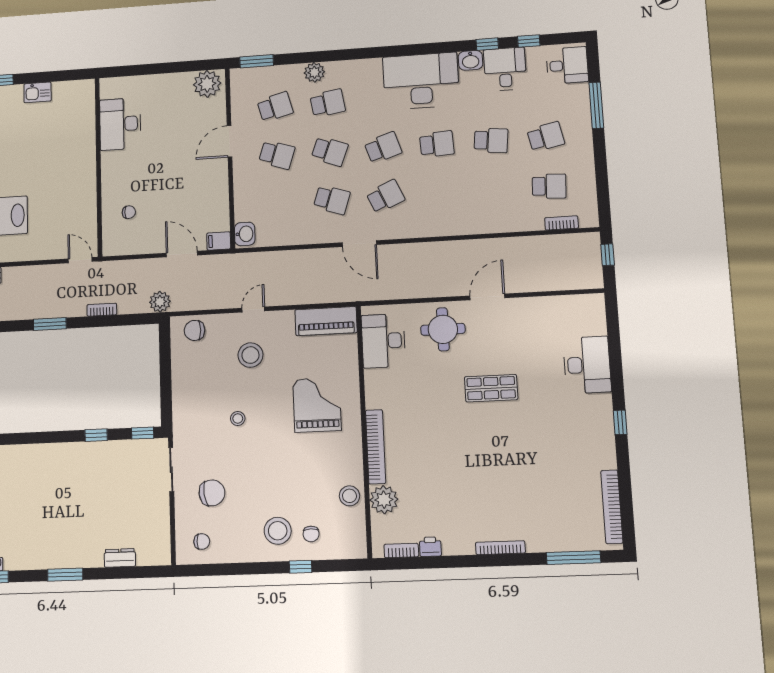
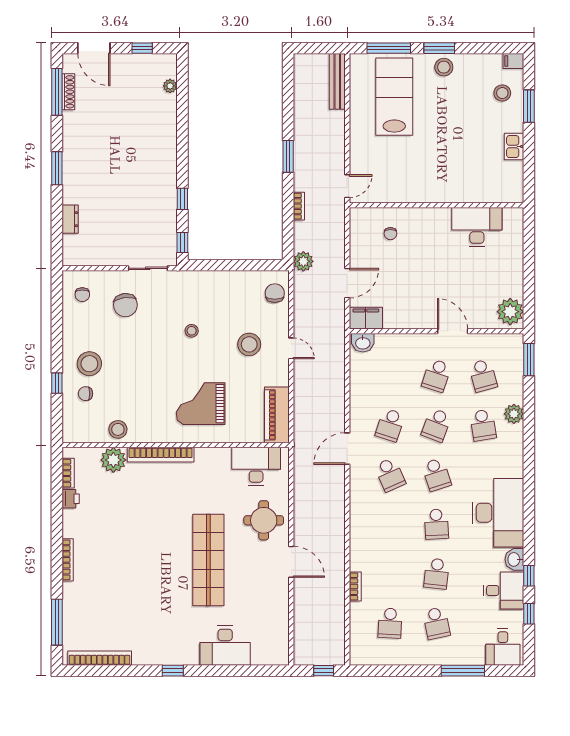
bookcase: (562, 223) -> (355, 587), moved
filing cabinet: (219, 241) -> (366, 318), width x2.00
shop shelf: (491, 388) -> (208, 560), width x2.00, depth x1.36
grand piano: (317, 405) -> (201, 404), turned 180

